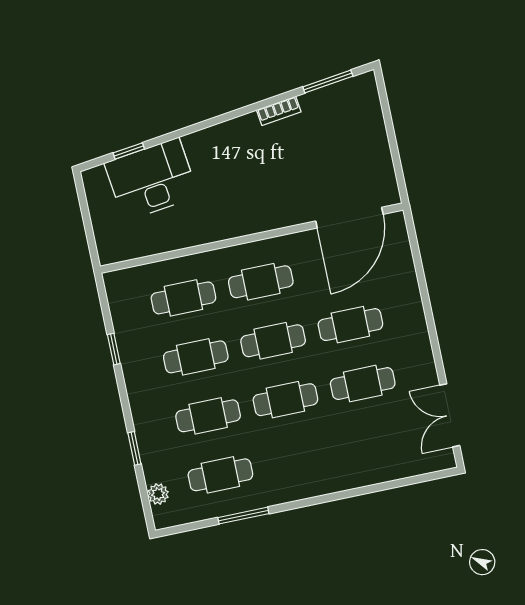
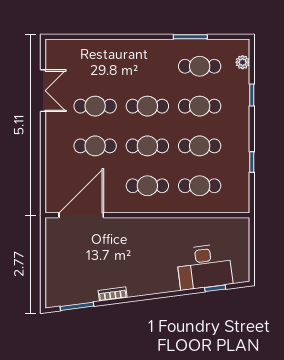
double door: (450, 415) -> (43, 91), moved

